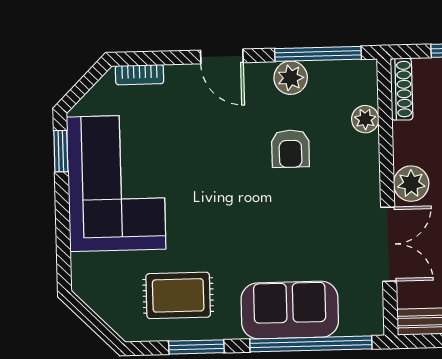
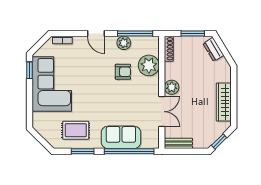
plant: (365, 119) -> (149, 65), width x1.88, depth x1.88
armchair: (290, 149) -> (123, 72), turned -90

